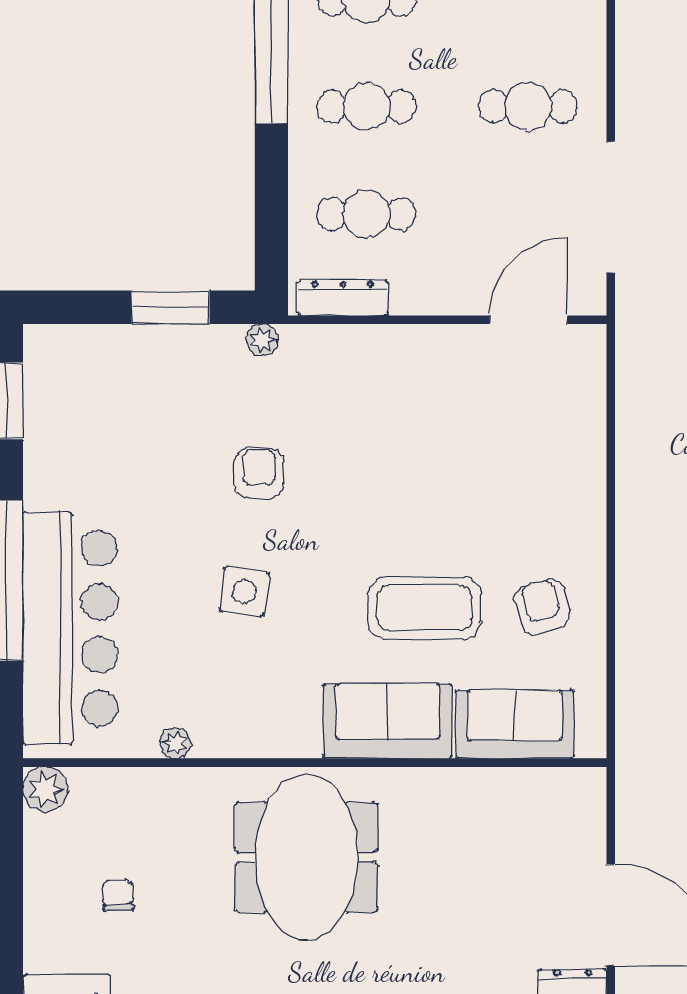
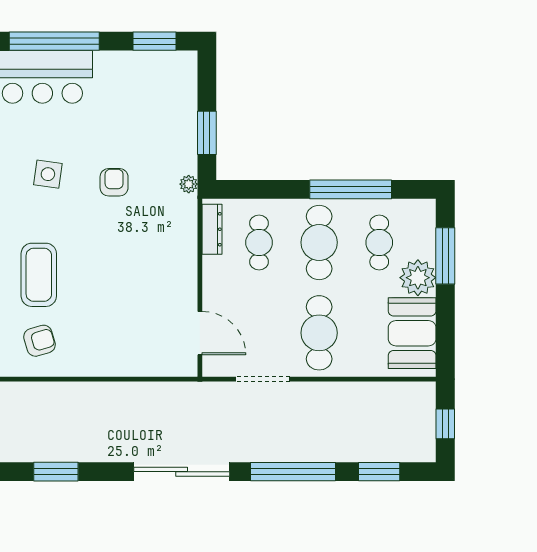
cafe table: (366, 106) -> (319, 242), width x1.37, depth x1.35
cafe table: (528, 106) -> (319, 333), width x1.37, depth x1.35
doorway: (611, 207) -> (263, 379), width x0.73
armchair: (259, 473) -> (114, 182), turned -90

